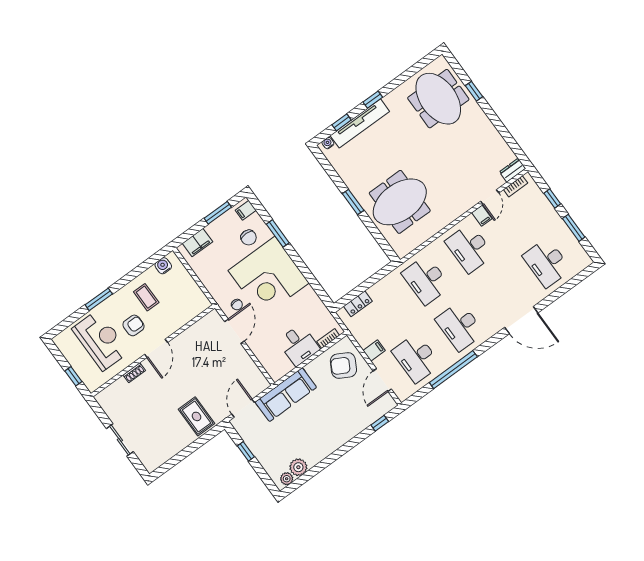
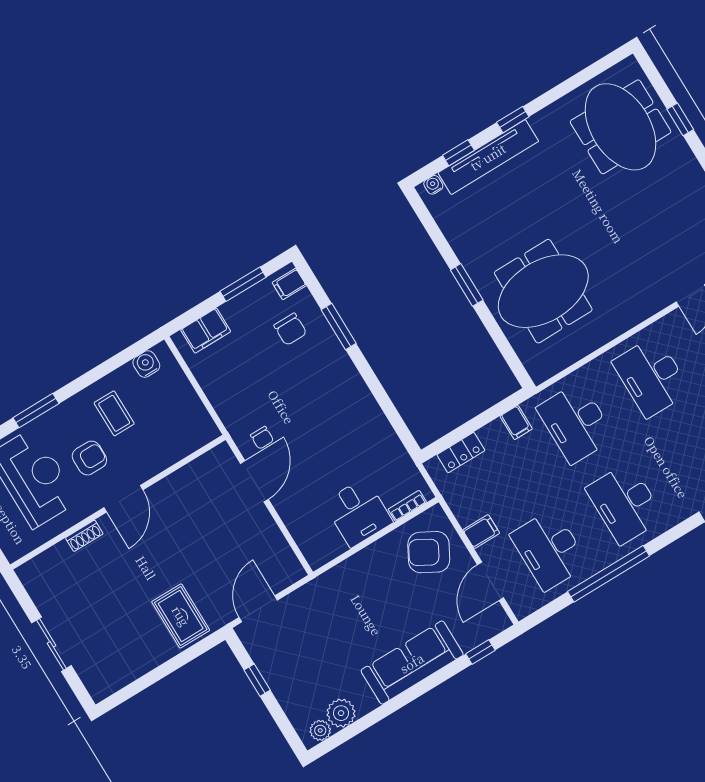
filing cabinet: (482, 216) -> (516, 423), moved
corner desk: (269, 277) -> (318, 396), removed
sofa: (286, 395) -> (412, 663), moved, turned 180

